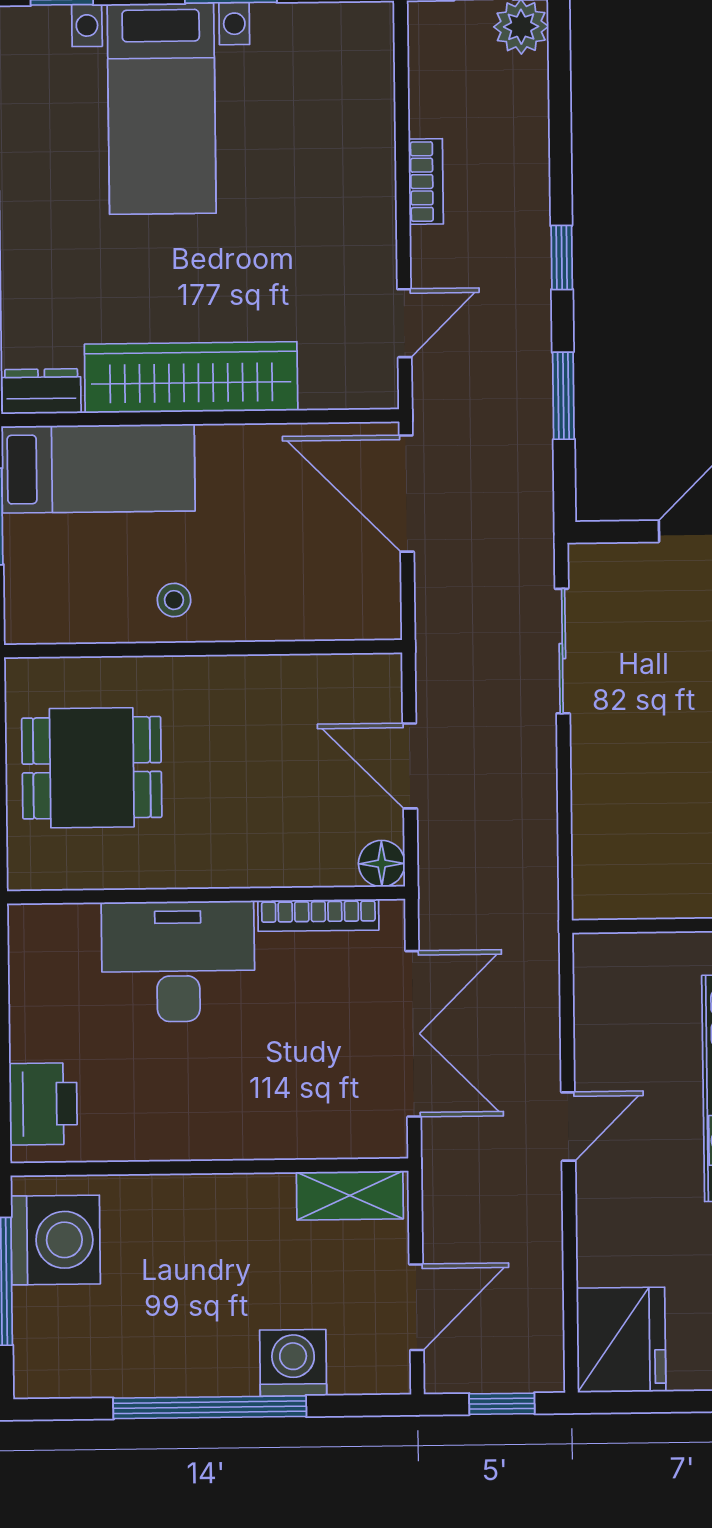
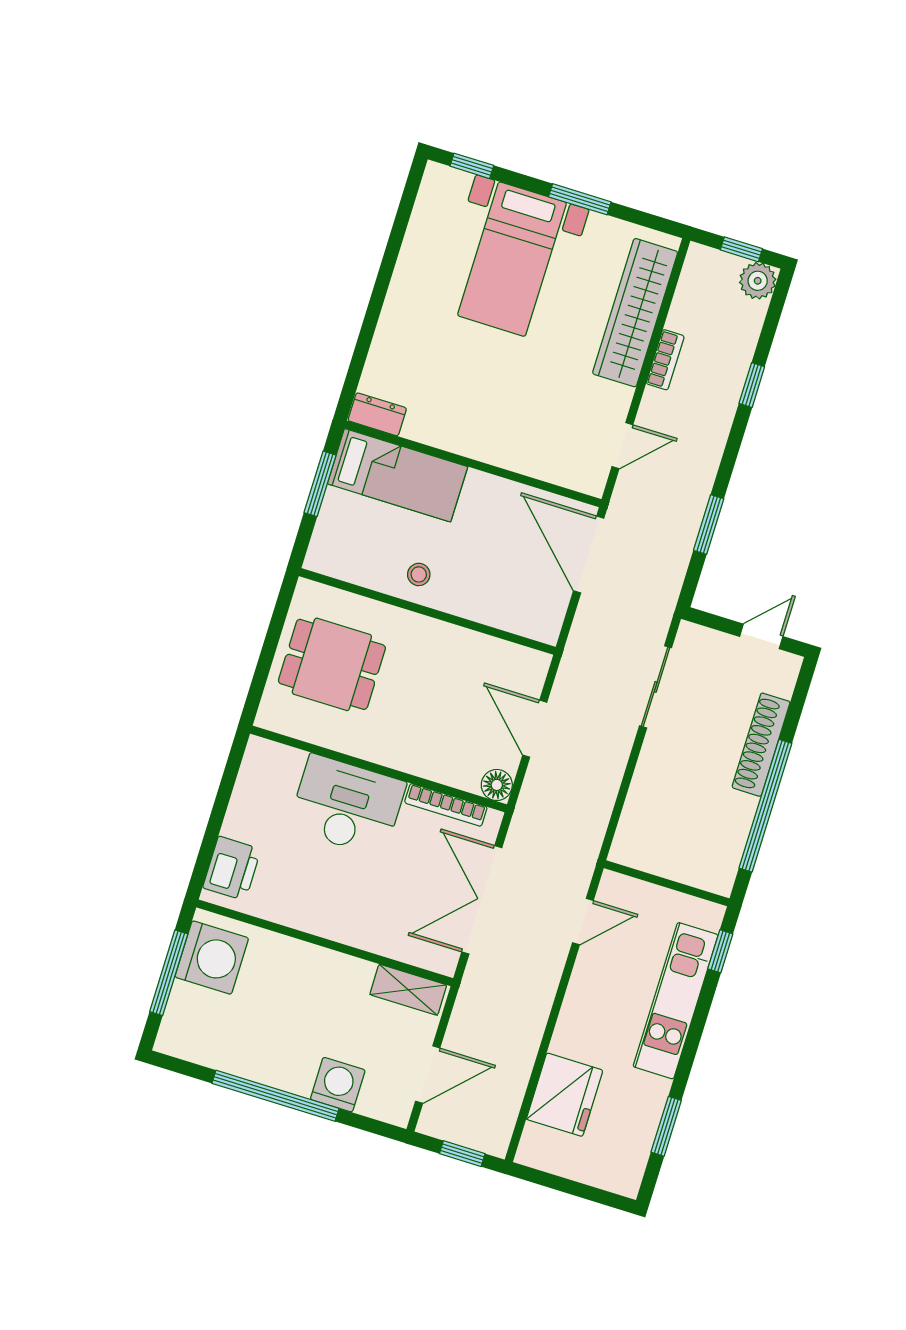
window: (562, 257) -> (752, 385), moved
wardrobe: (191, 377) -> (635, 313), moved, turned -90
double door: (413, 1034) -> (482, 900), swing flipped
door: (568, 1127) -> (583, 922), moved
fridge: (621, 1340) -> (565, 1095), moved

